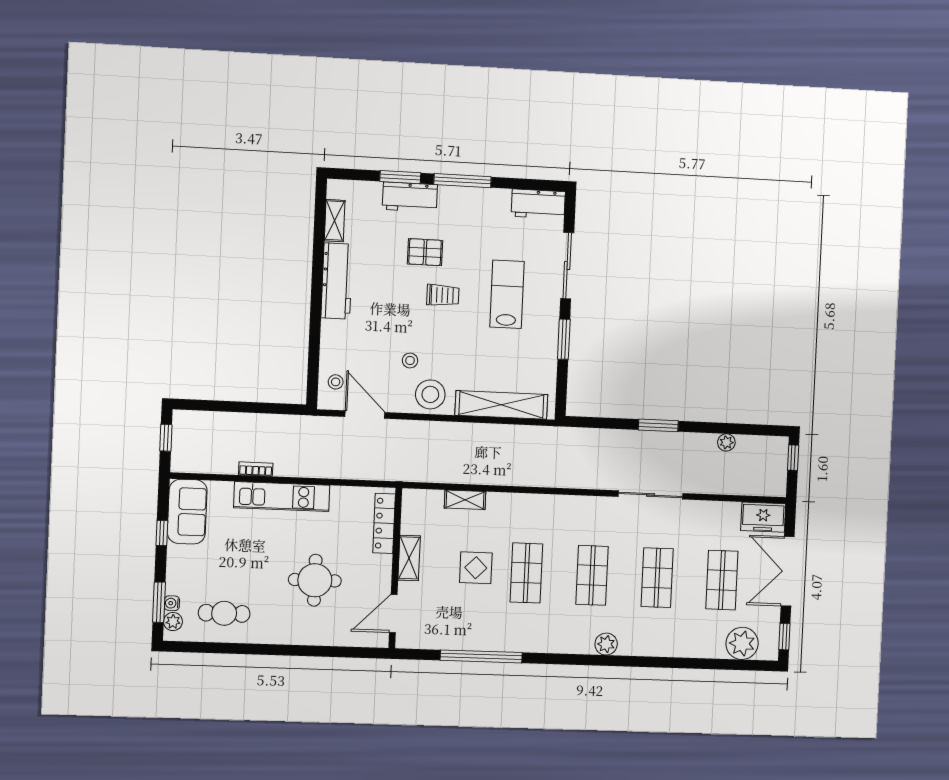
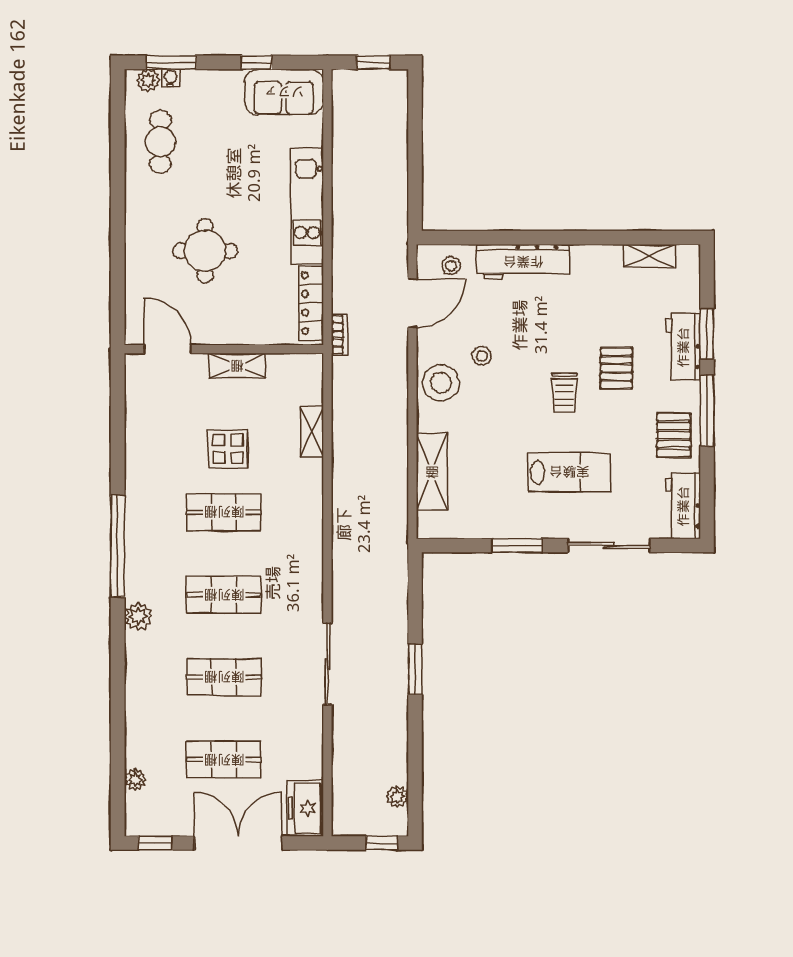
pallet: (481, 209) -> (674, 435), added
workbench: (337, 281) -> (523, 262), moved
shelving: (501, 405) -> (432, 472), width x0.68
plant: (726, 442) -> (397, 797), moved
bookcase: (256, 469) -> (340, 335), moved
locker: (384, 523) -> (311, 303), moved, turned -90
plant: (742, 643) -> (135, 780), width x0.53, depth x0.53
window: (481, 656) -> (118, 546), moved

